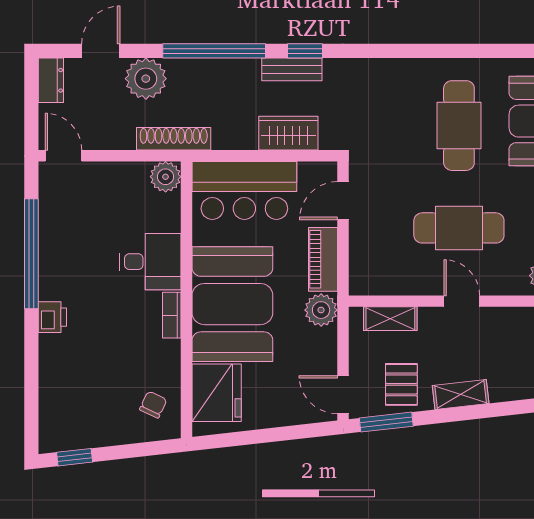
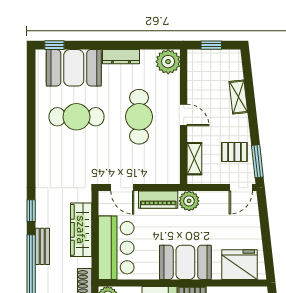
bench: (292, 69) -> (42, 246), moved
wardrobe: (288, 133) -> (81, 230), width x1.50
door: (462, 301) -> (184, 115), swing flipped
booth: (232, 304) -> (185, 262), width x0.73, depth x0.70
shelving: (461, 394) -> (238, 97), moved

